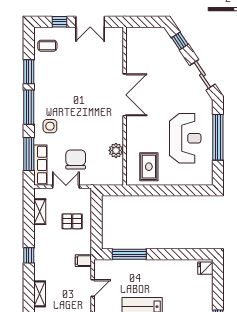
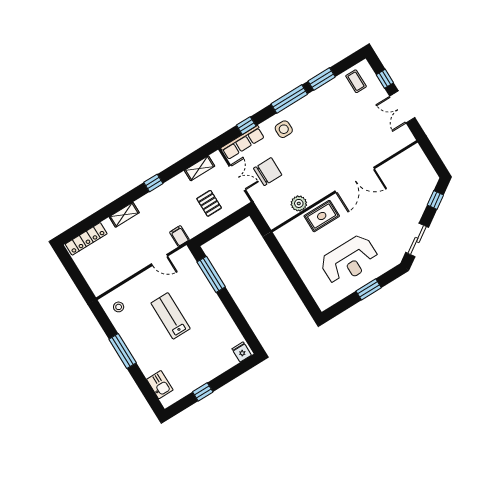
window: (218, 137) -> (369, 289), width x0.47
window: (29, 154) -> (246, 126), width x0.46
rug: (149, 167) -> (322, 216), moved

